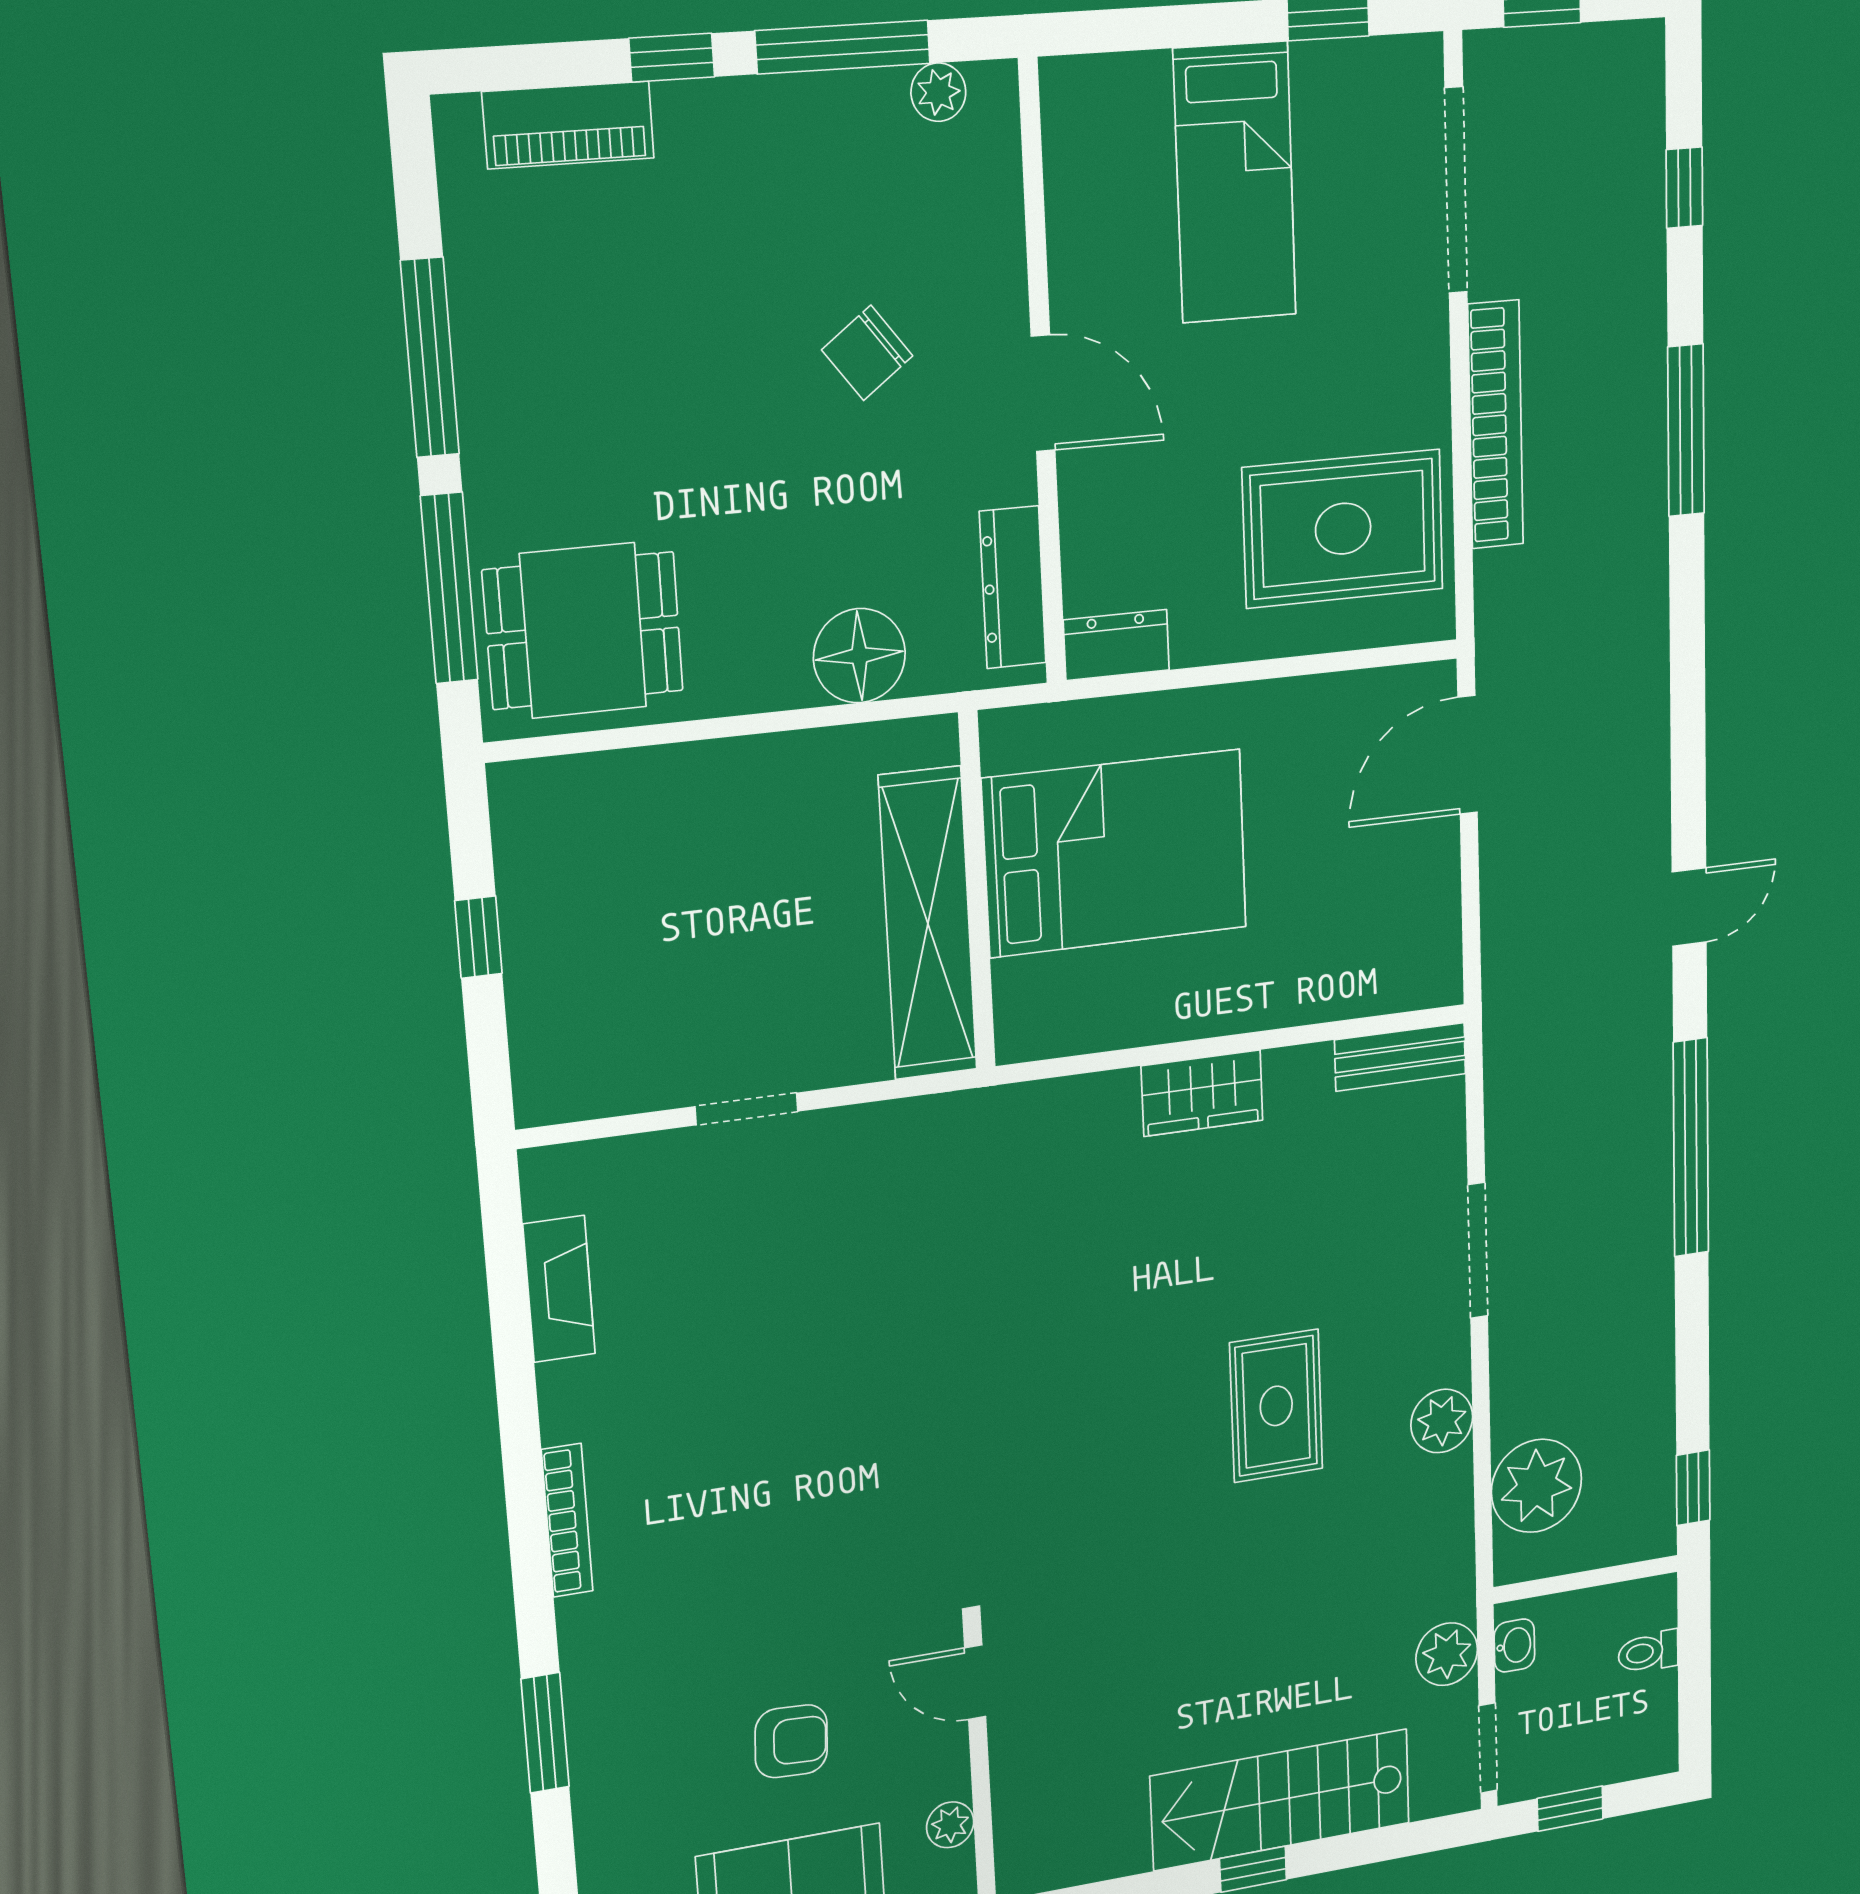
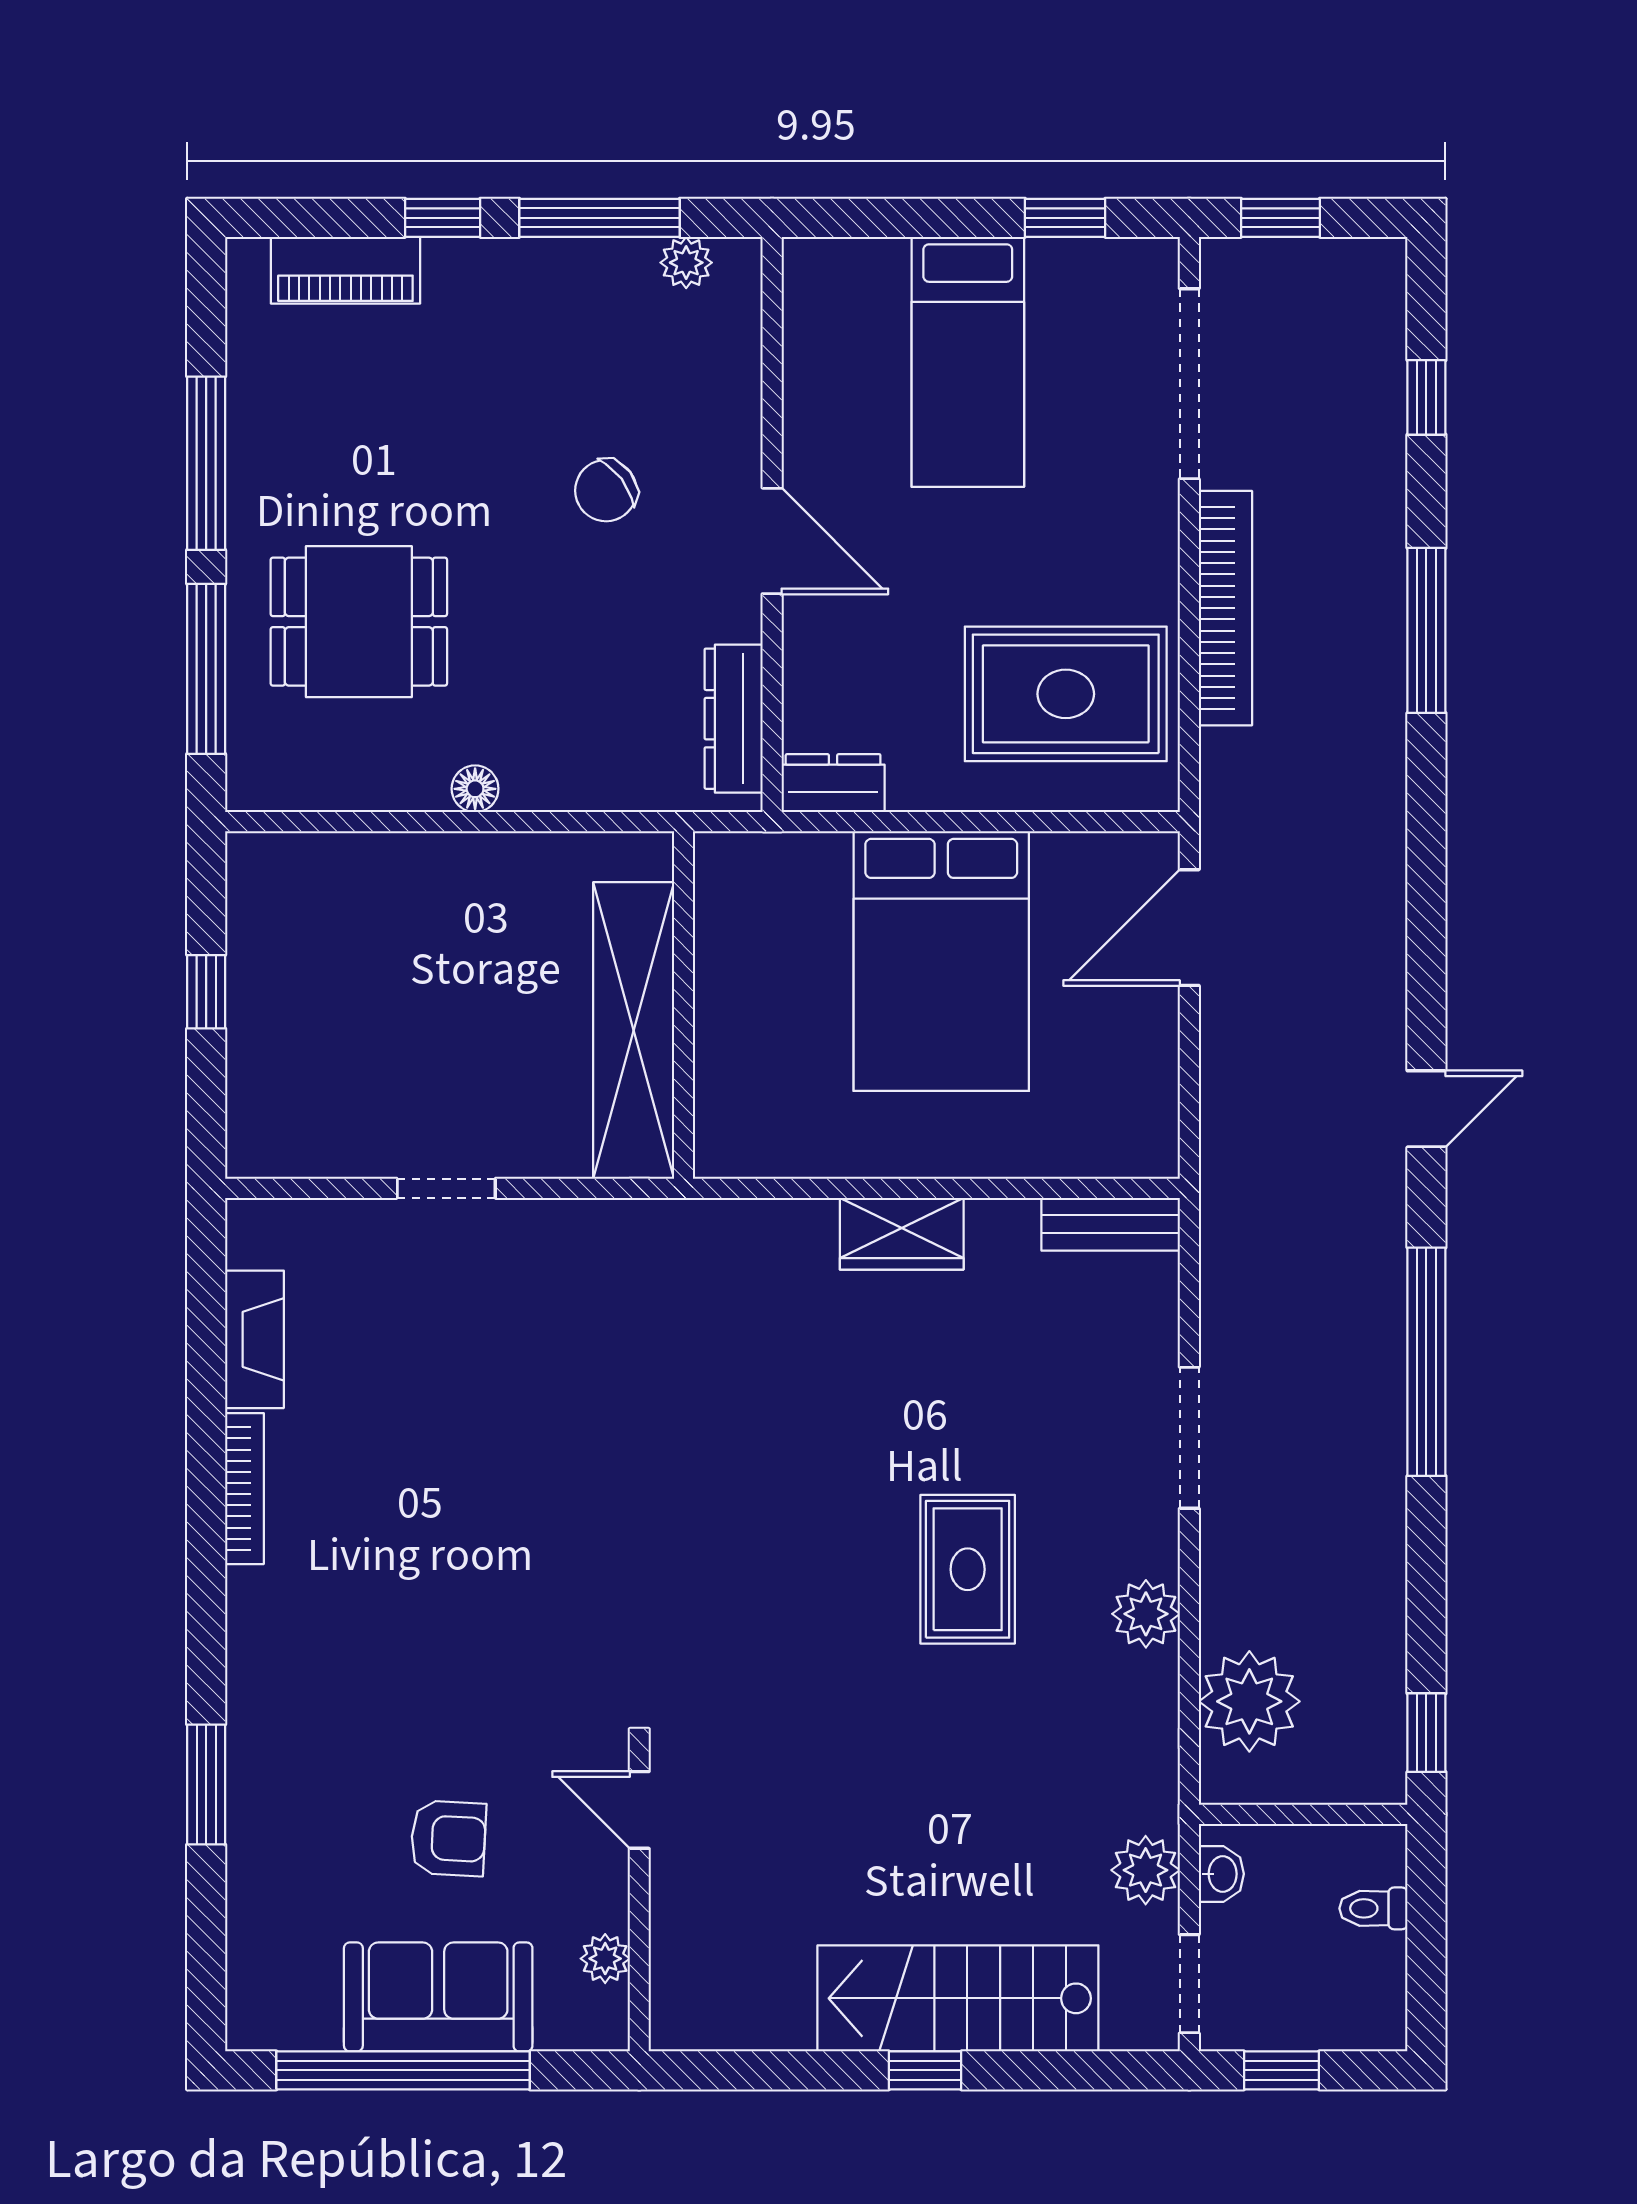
dining table: (583, 631) -> (359, 622), moved
floor lamp: (859, 656) -> (475, 789), moved, width x0.53, depth x0.53
bed: (1115, 853) -> (941, 961), moved, turned 90
bookcase: (567, 1520) -> (244, 1489), moved

